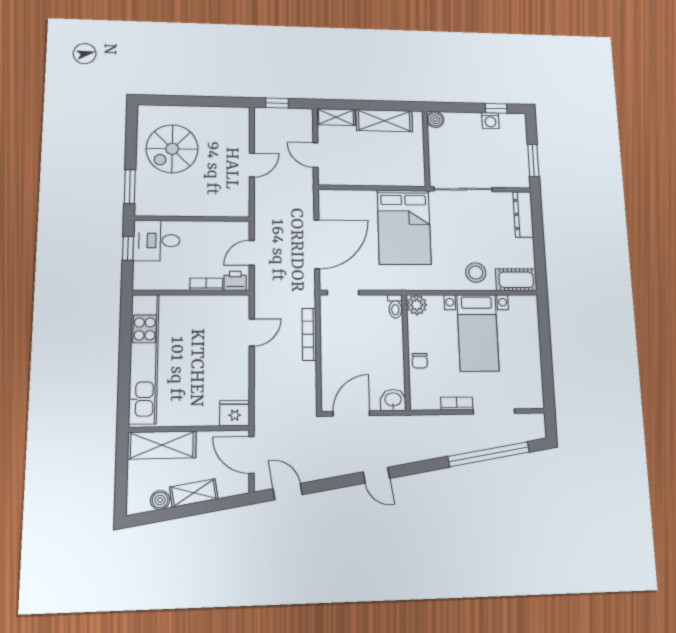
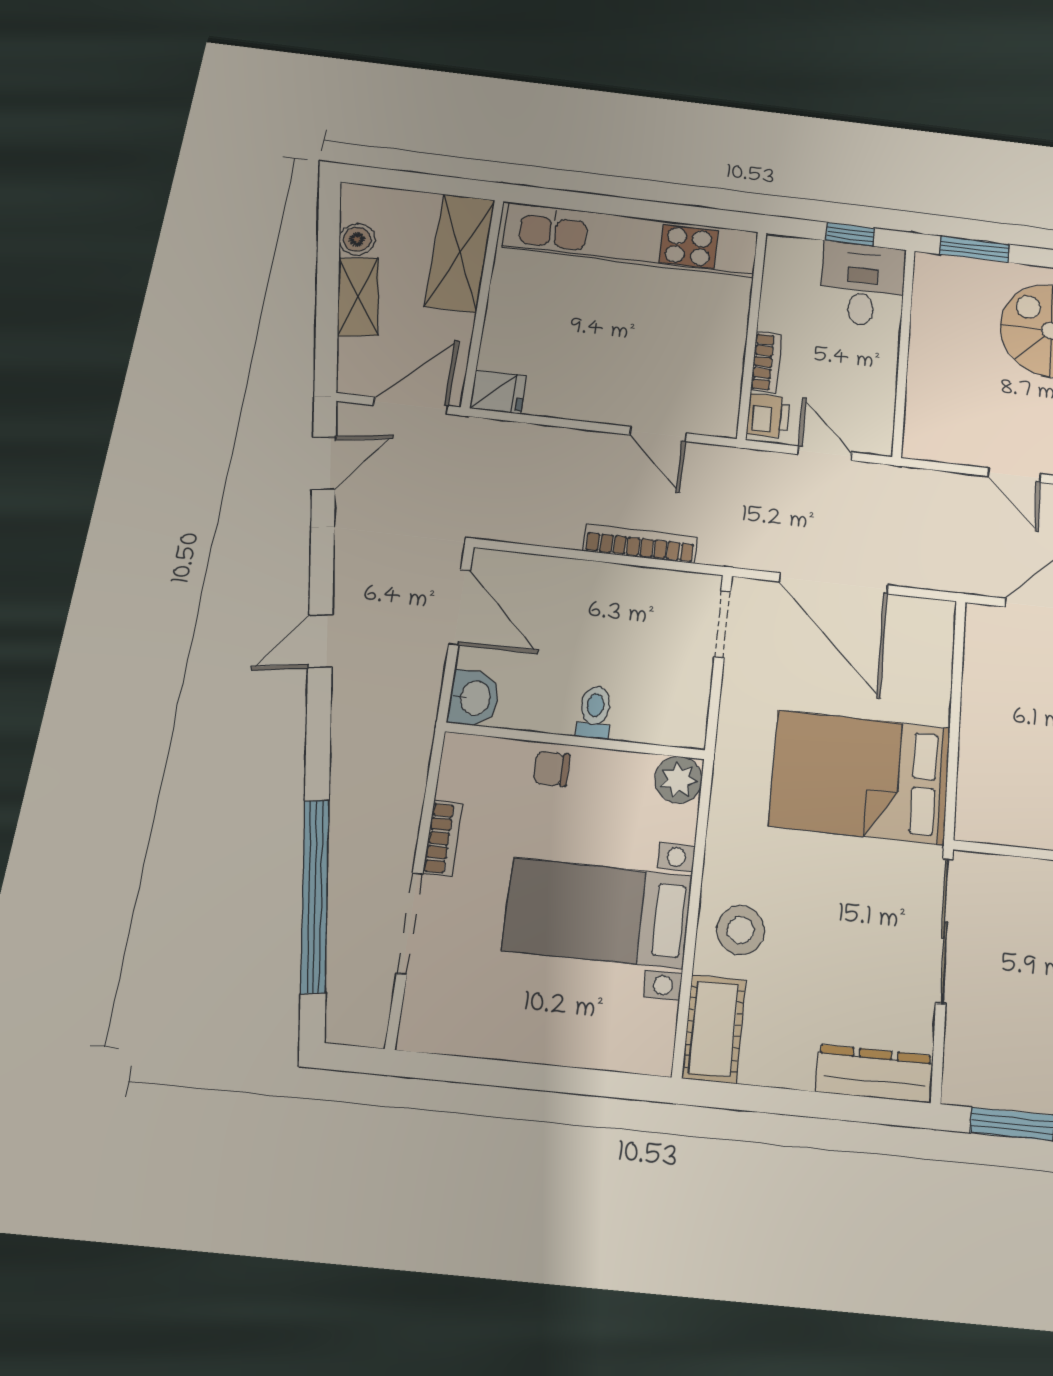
toilet: (395, 306) -> (595, 712), moved, turned 90
fridge: (235, 413) -> (498, 392), width x0.72

